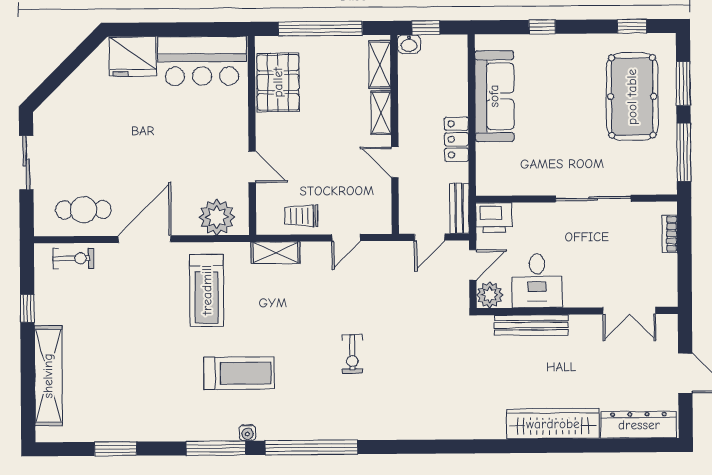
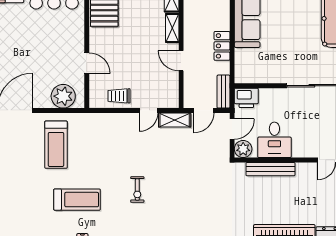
shelving: (276, 253) -> (175, 120), moved
exercise bike: (352, 354) -> (137, 190), moved

